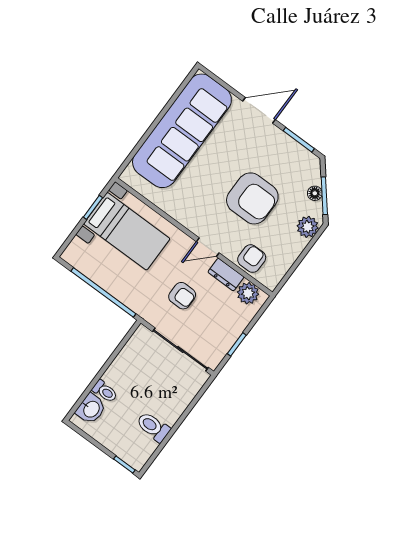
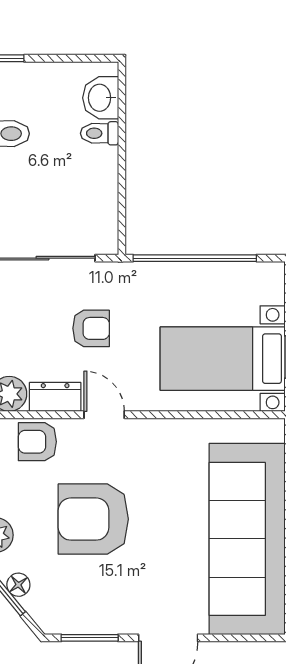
door: (208, 247) -> (104, 415), hinge flipped
armchair: (252, 259) -> (37, 442), turned 90
armchair: (182, 296) -> (91, 328), turned 180

